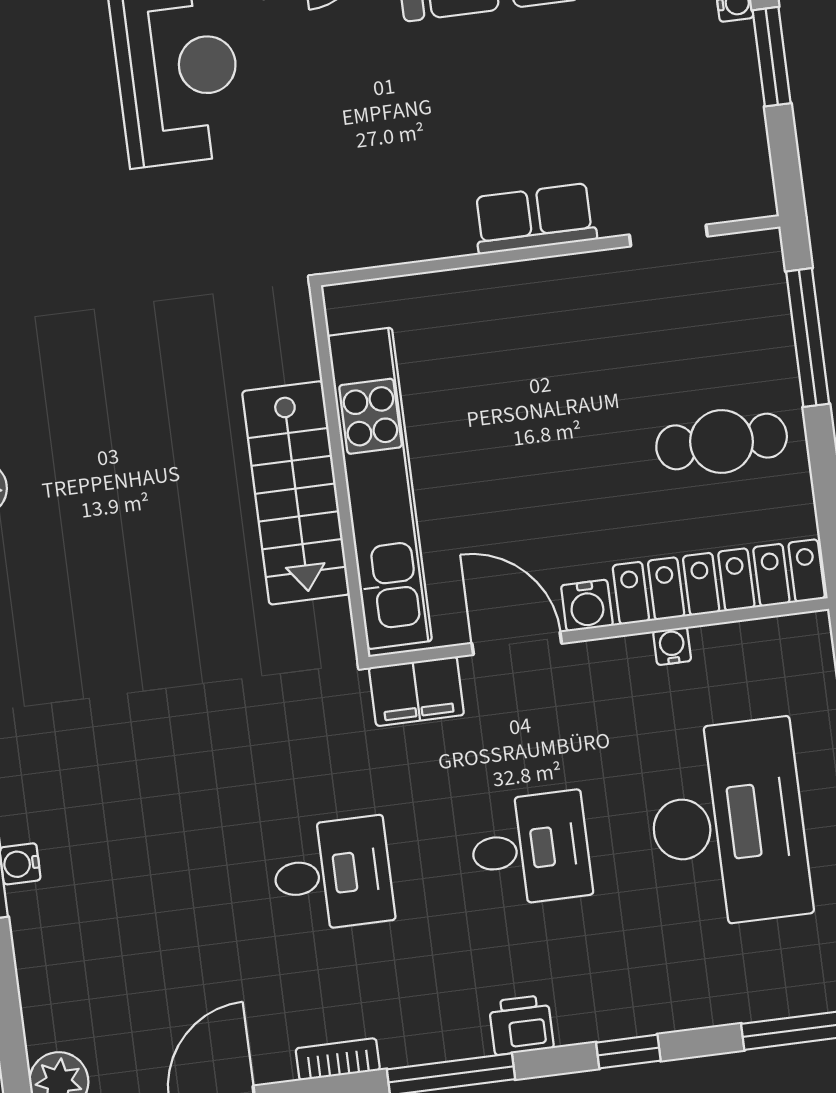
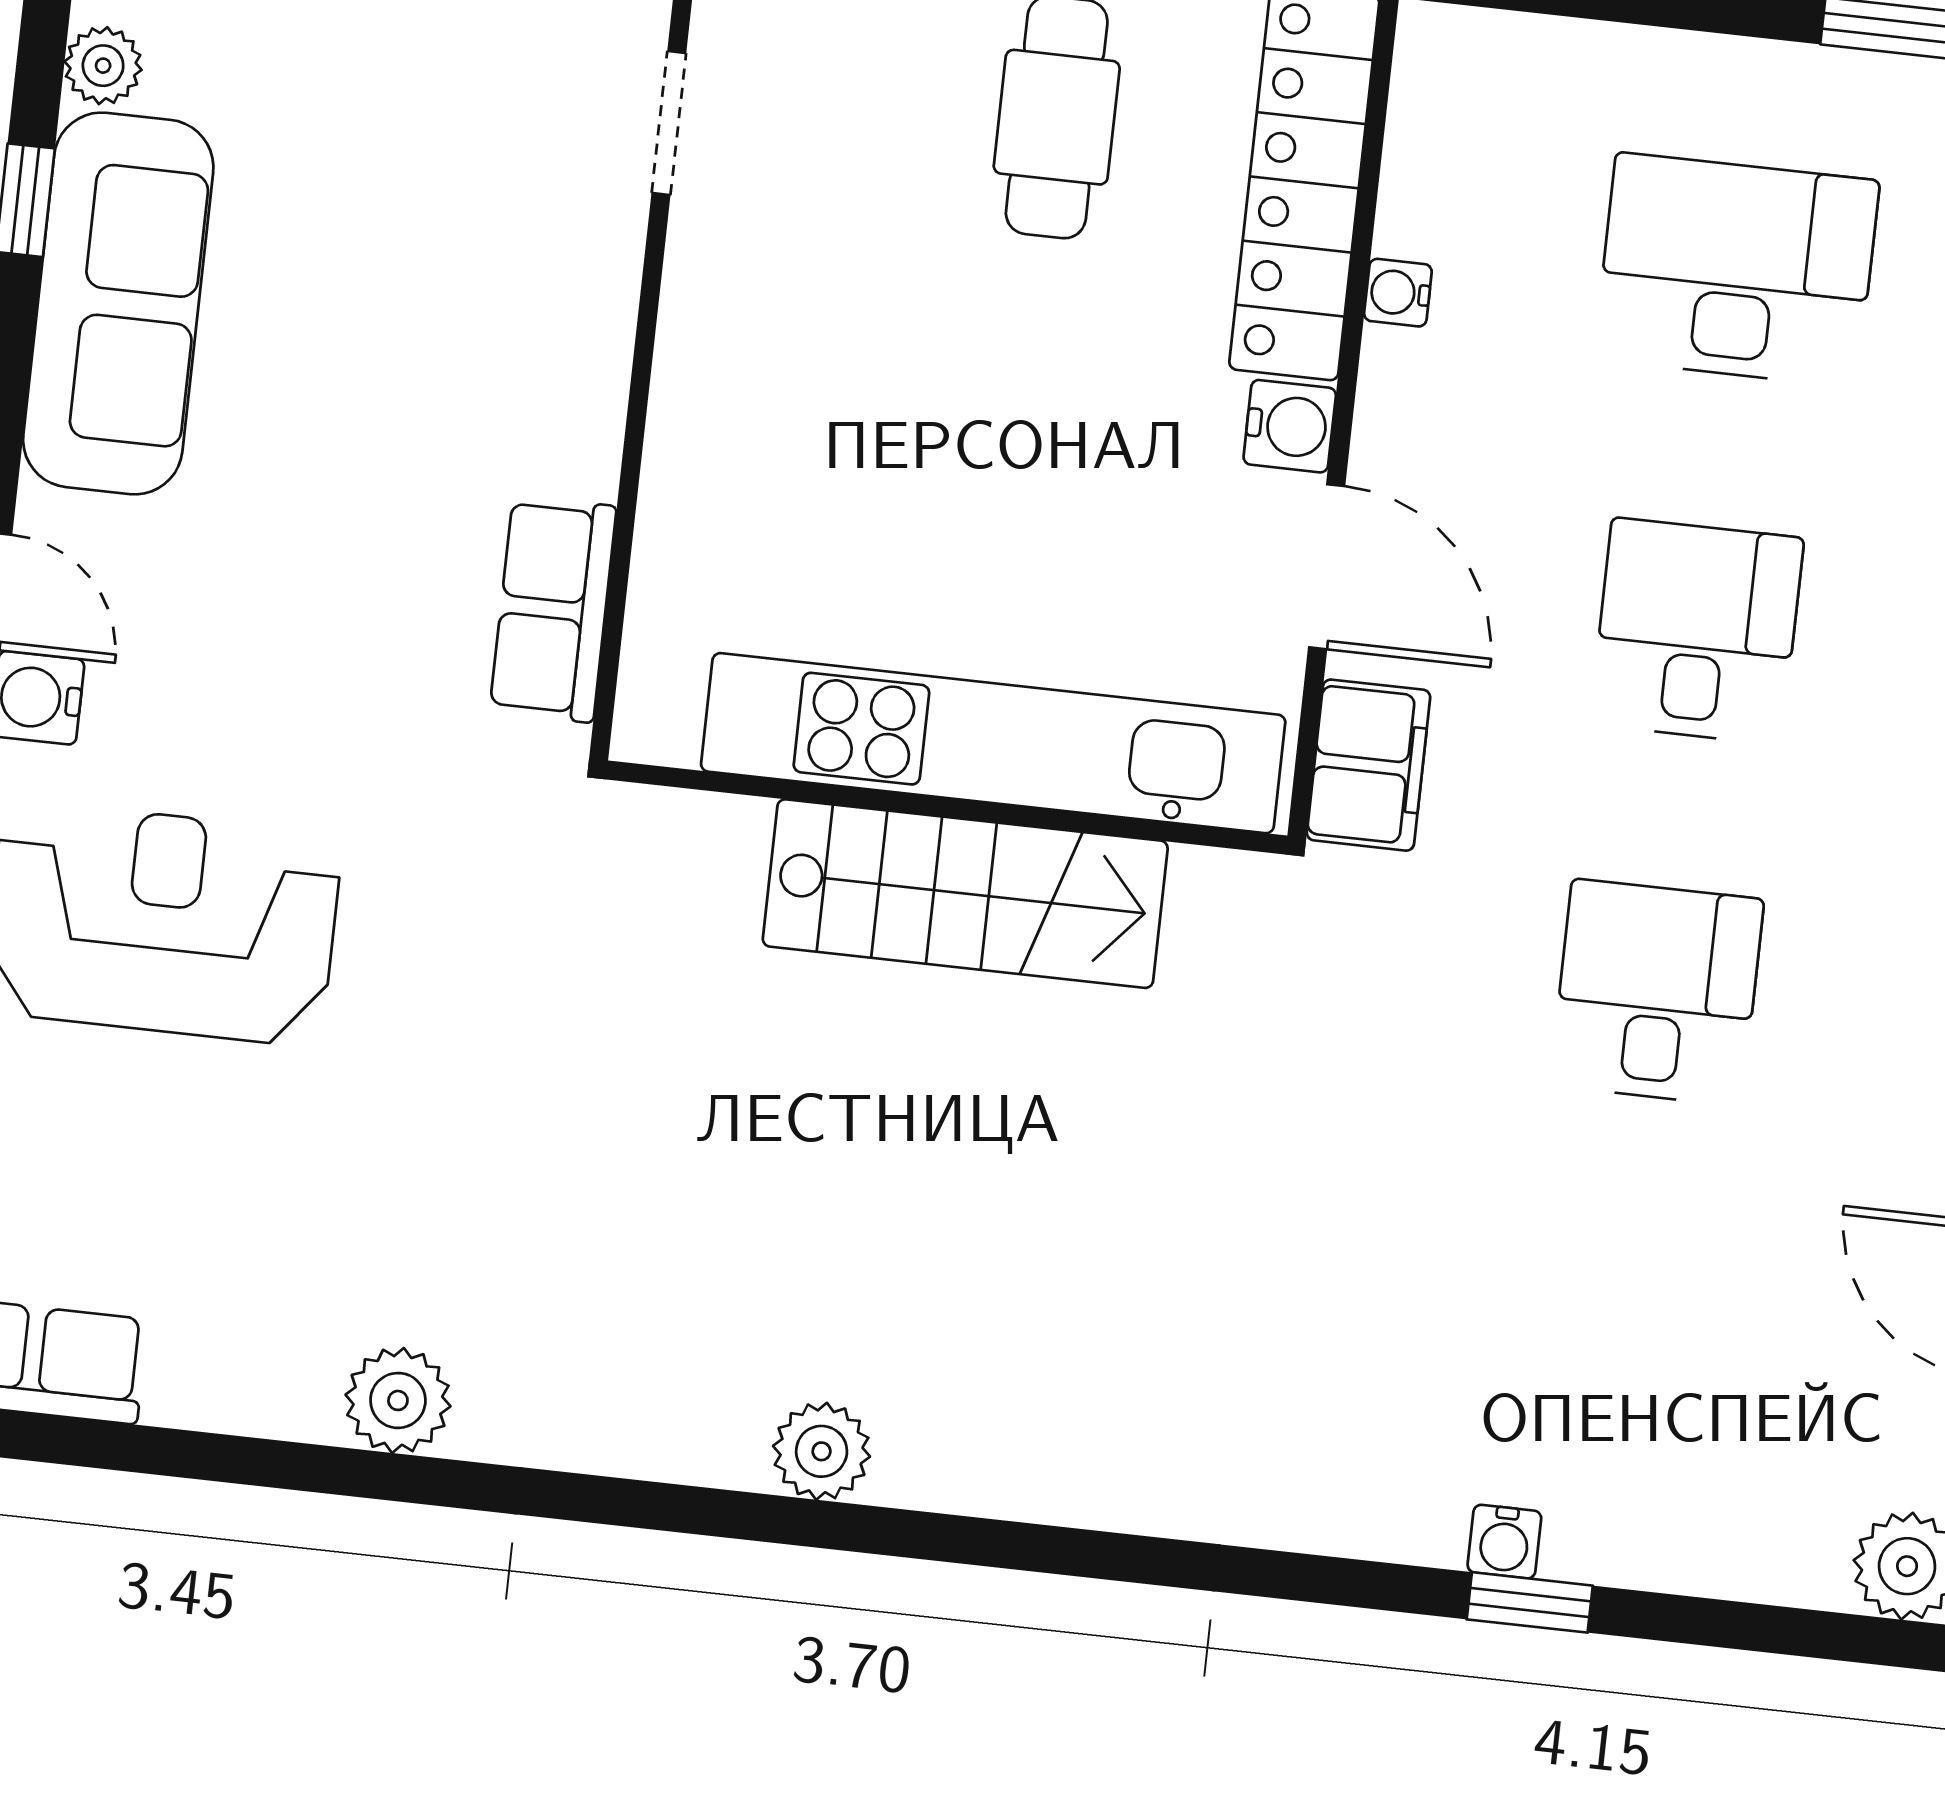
row of seats: (535, 219) -> (553, 609), moved
door: (517, 643) -> (1327, 567), swing flipped
desk: (728, 824) -> (1737, 270), width x0.73, depth x0.77

